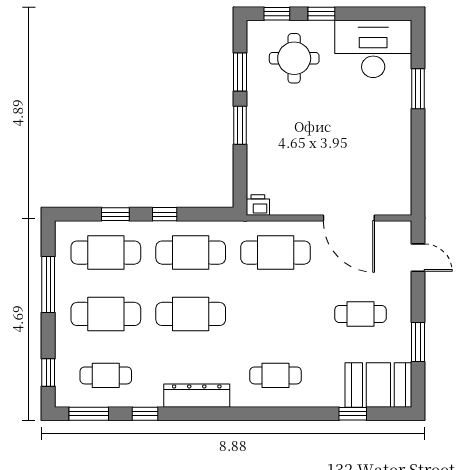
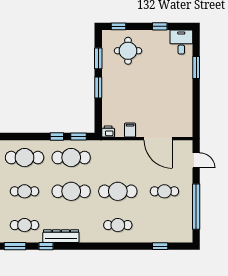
window: (321, 14) -> (160, 26), moved
desk: (373, 49) -> (181, 42), width x0.53, depth x0.77
filing cabinet: (298, 203) -> (130, 130), added
window: (115, 214) -> (78, 136), moved
cafe table: (276, 253) -> (118, 191), moved
cafe table: (106, 314) -> (25, 191), width x0.73, depth x0.74
window: (418, 342) -> (196, 207), width x2.11
booth: (378, 385) -> (174, 230), removed
dresser: (197, 396) -> (61, 236), moved

